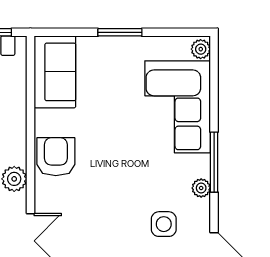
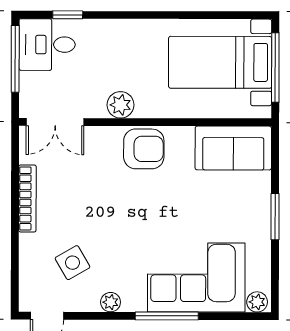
window: (214, 162) -> (167, 316), moved
side table: (164, 224) -> (72, 263), turned -30

